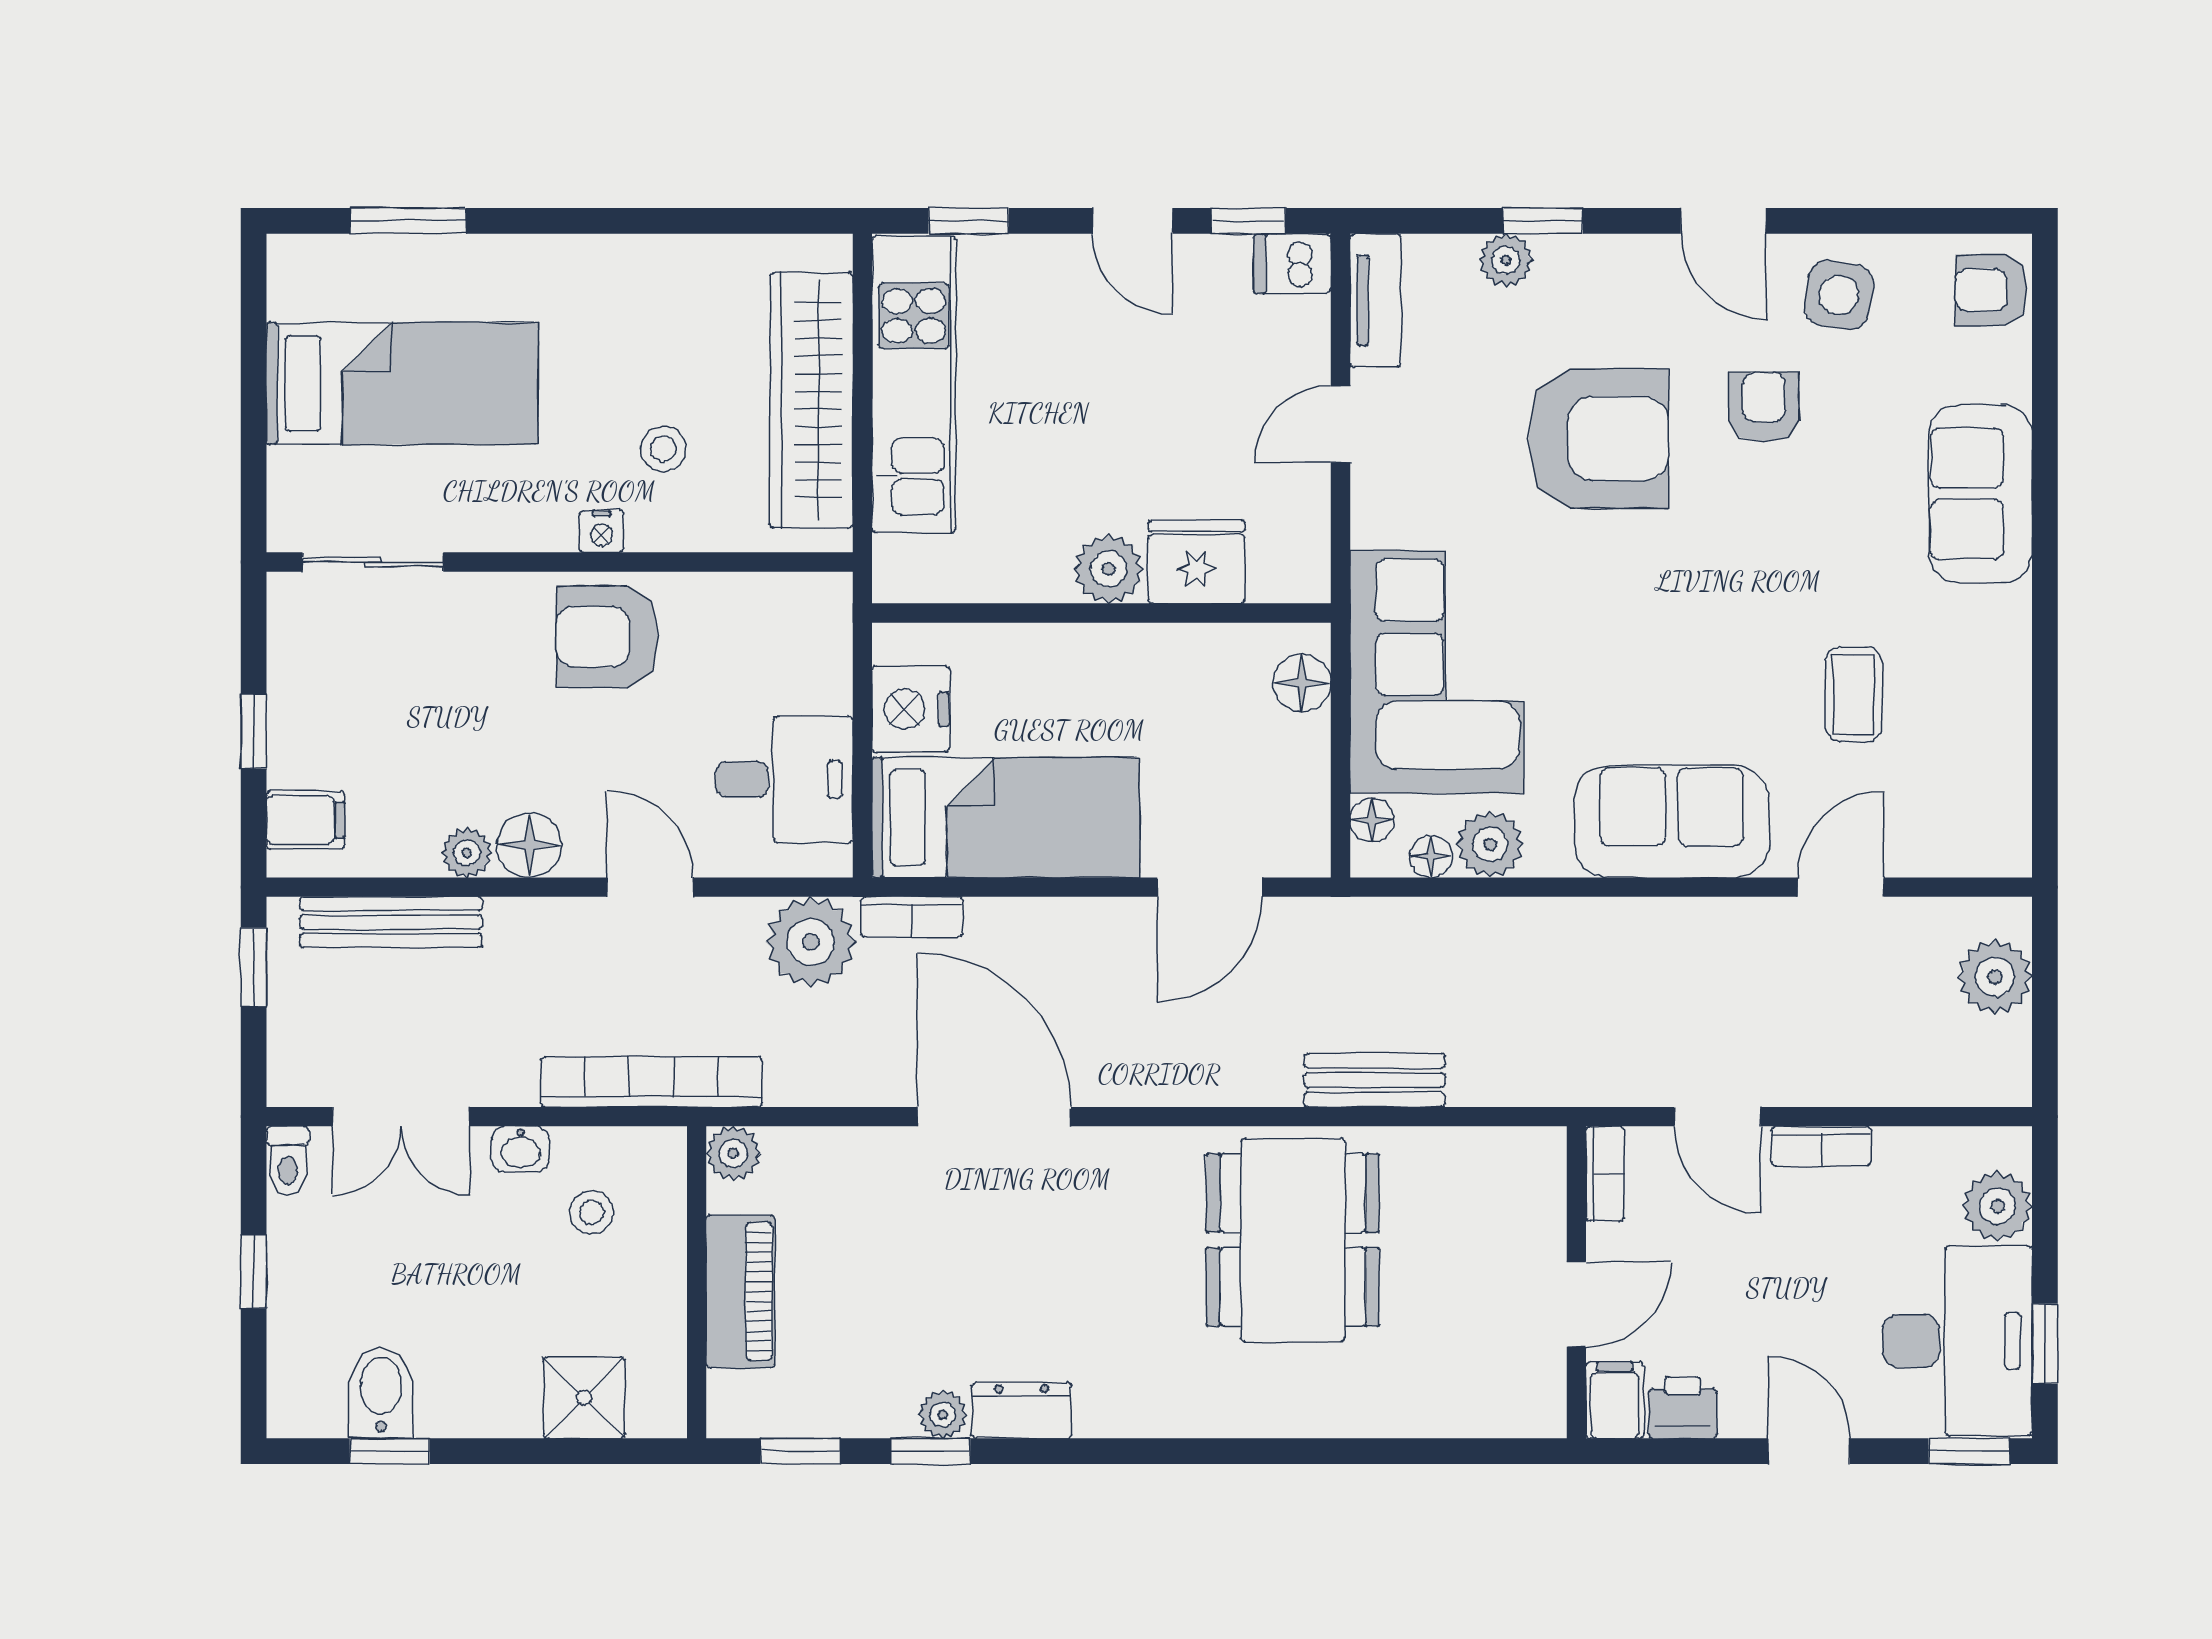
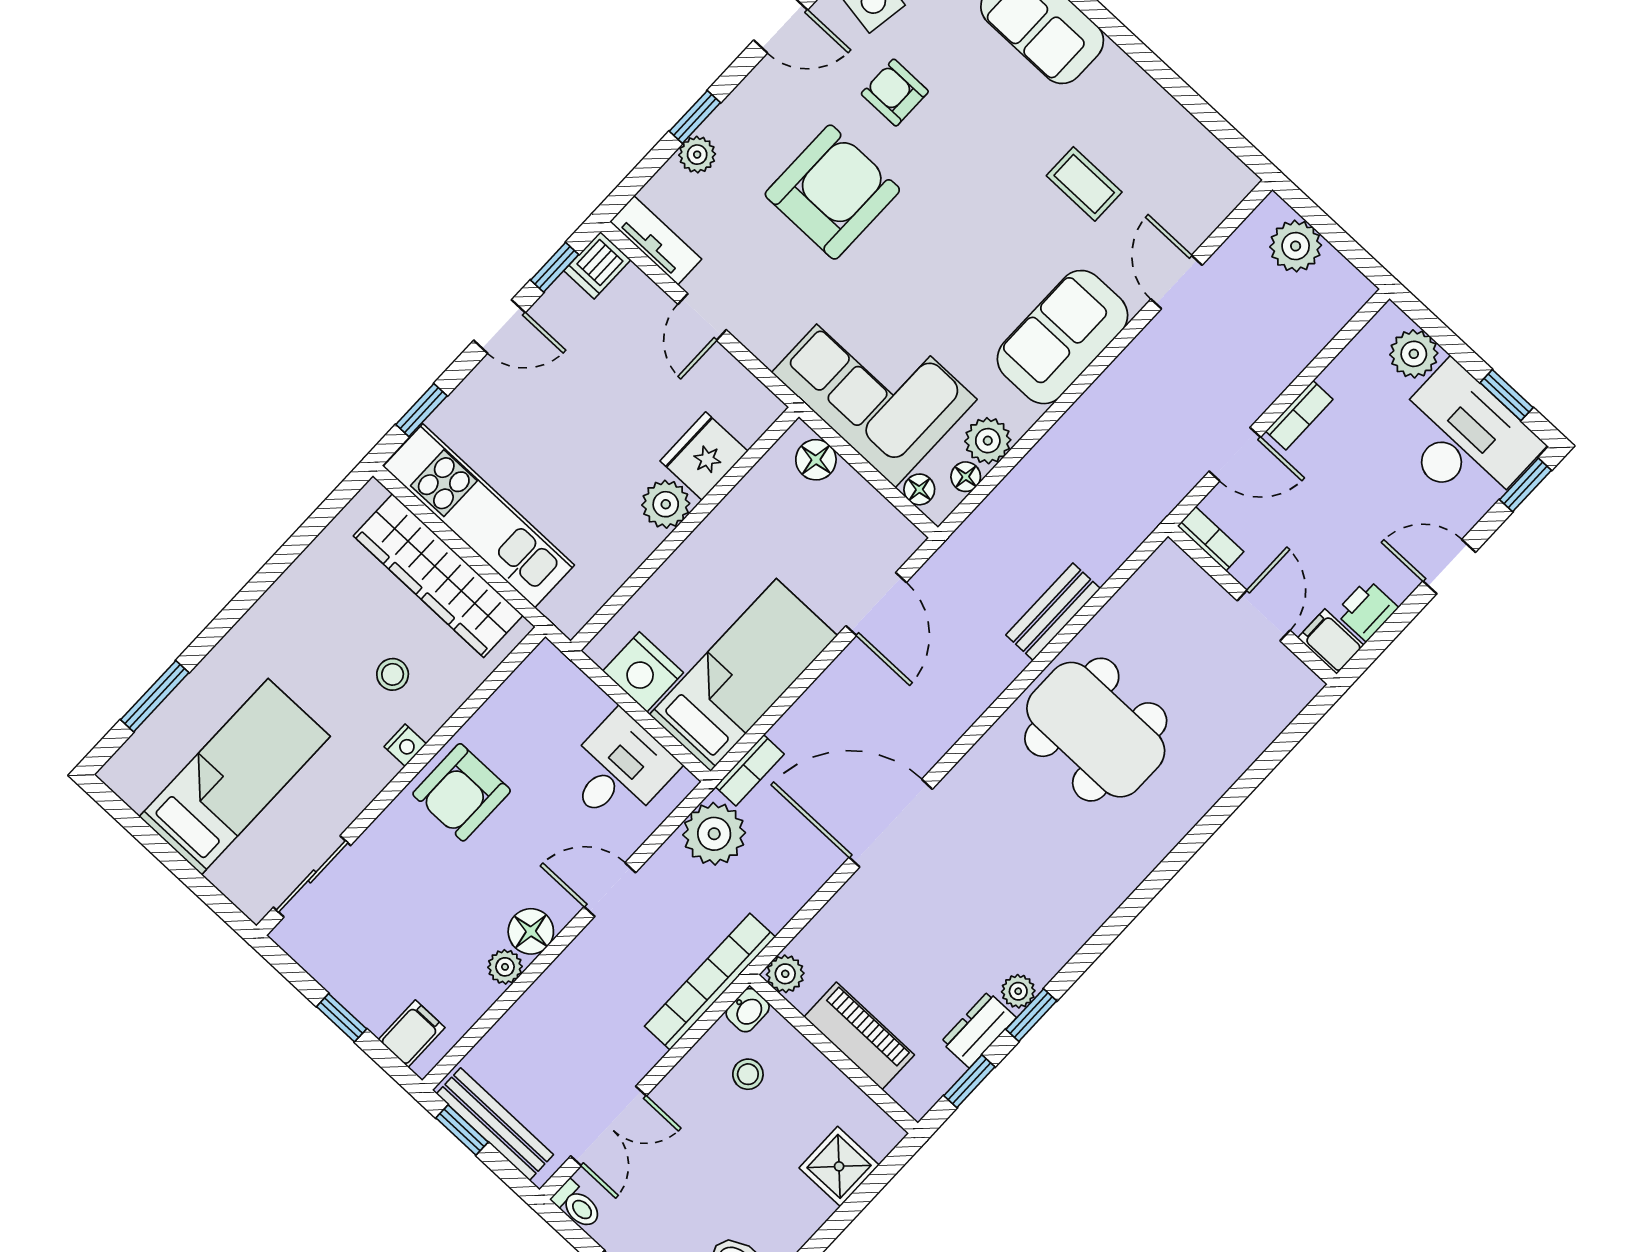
bench: (391, 922) -> (495, 1124), moved, turned 90
washbasin: (520, 1149) -> (748, 1010), moved
dresser: (1022, 1411) -> (979, 1030), moved

